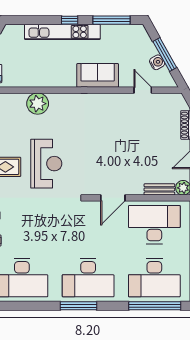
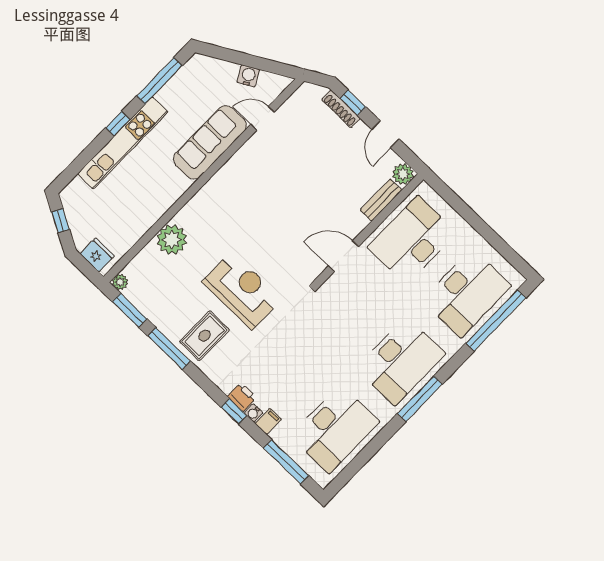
window: (165, 55) -> (248, 60), removed
sofa: (98, 75) -> (210, 142), width x1.36
door: (113, 198) -> (343, 256), swing flipped

